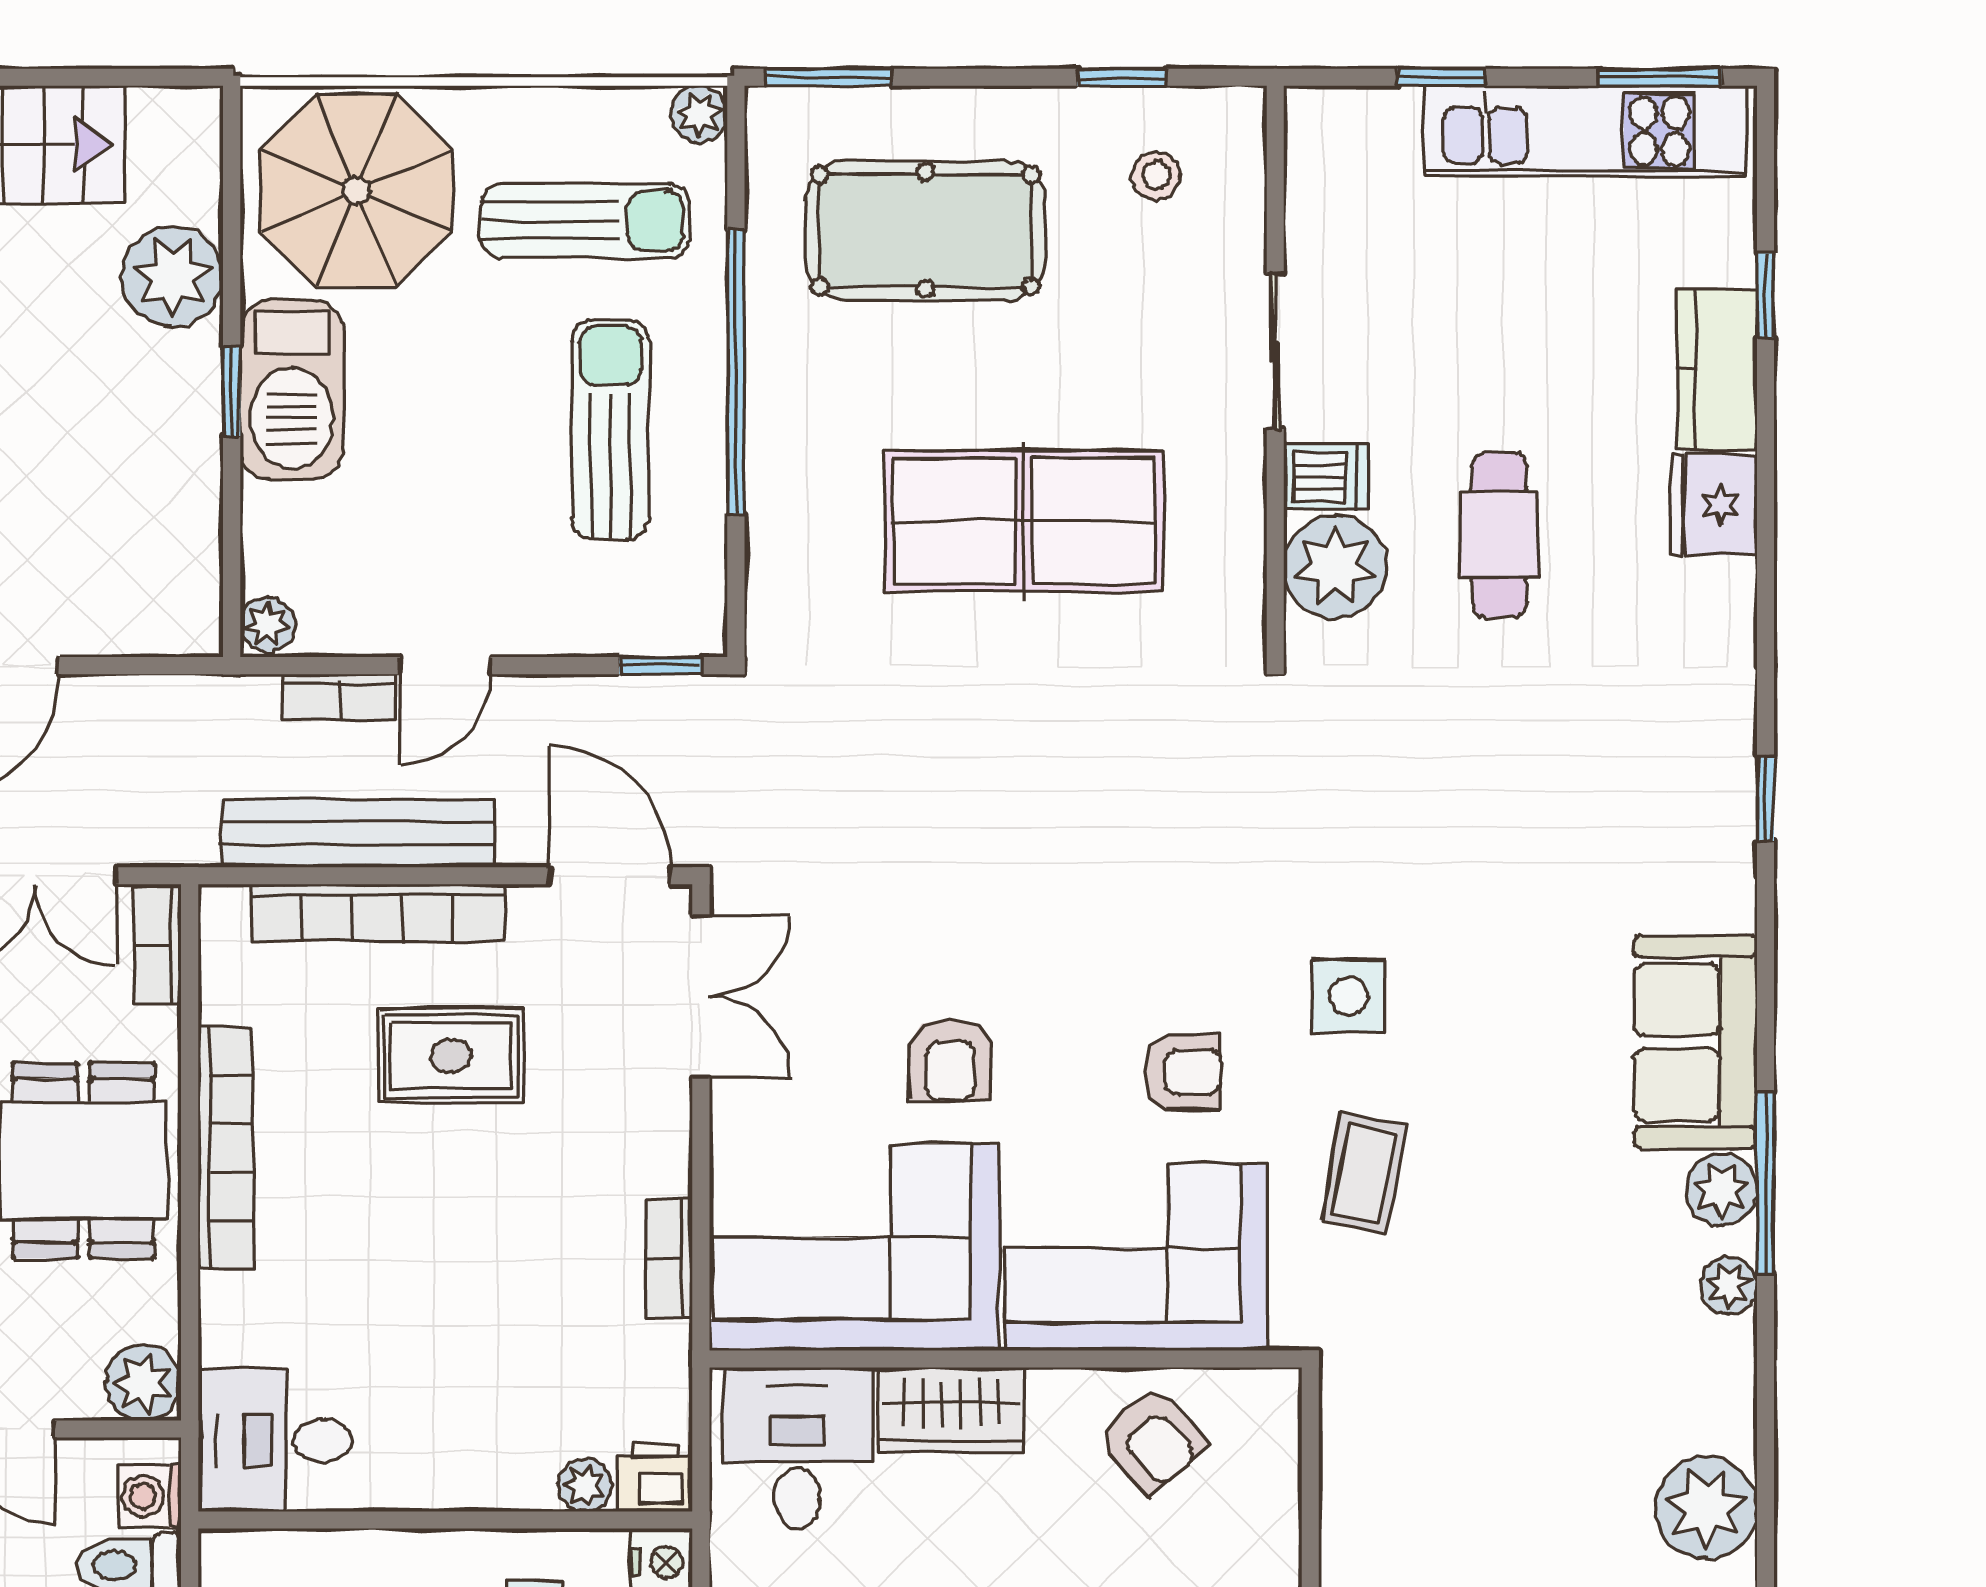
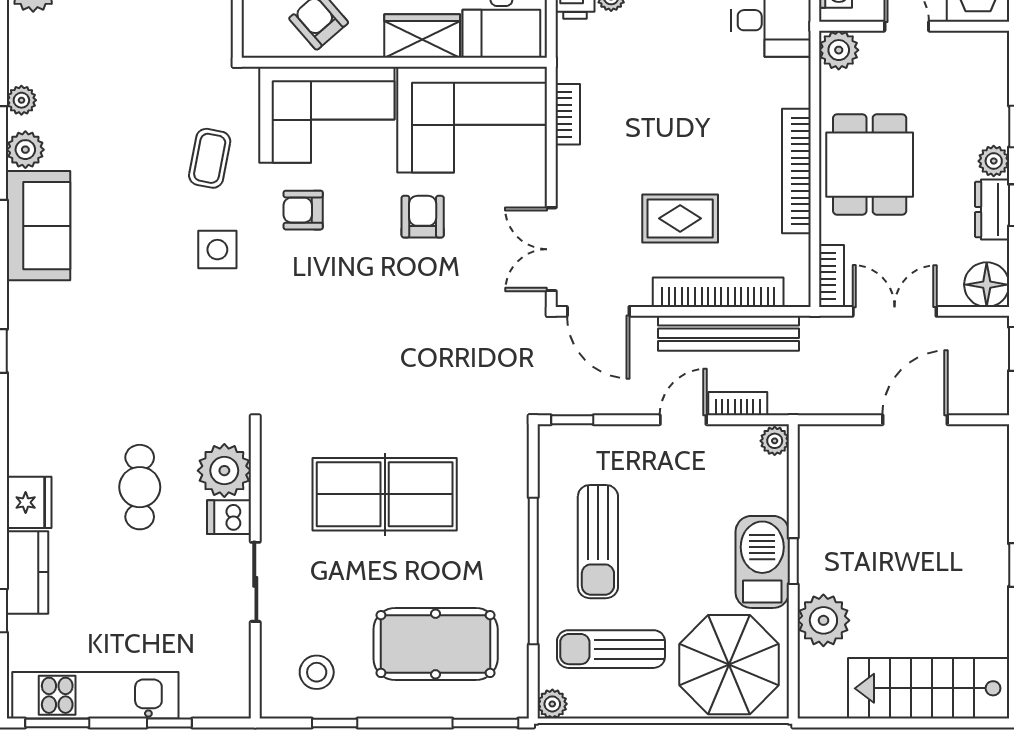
stool: (1156, 176) -> (317, 672), width x1.37, depth x1.37

